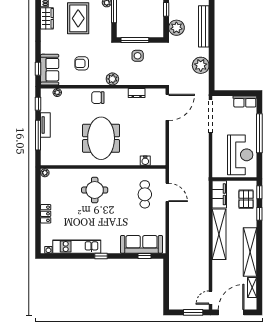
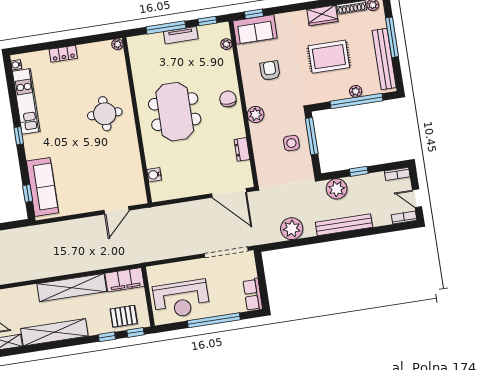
meeting table: (101, 138) -> (175, 112), turned 90
cafe table: (145, 194) -> (109, 181), removed

